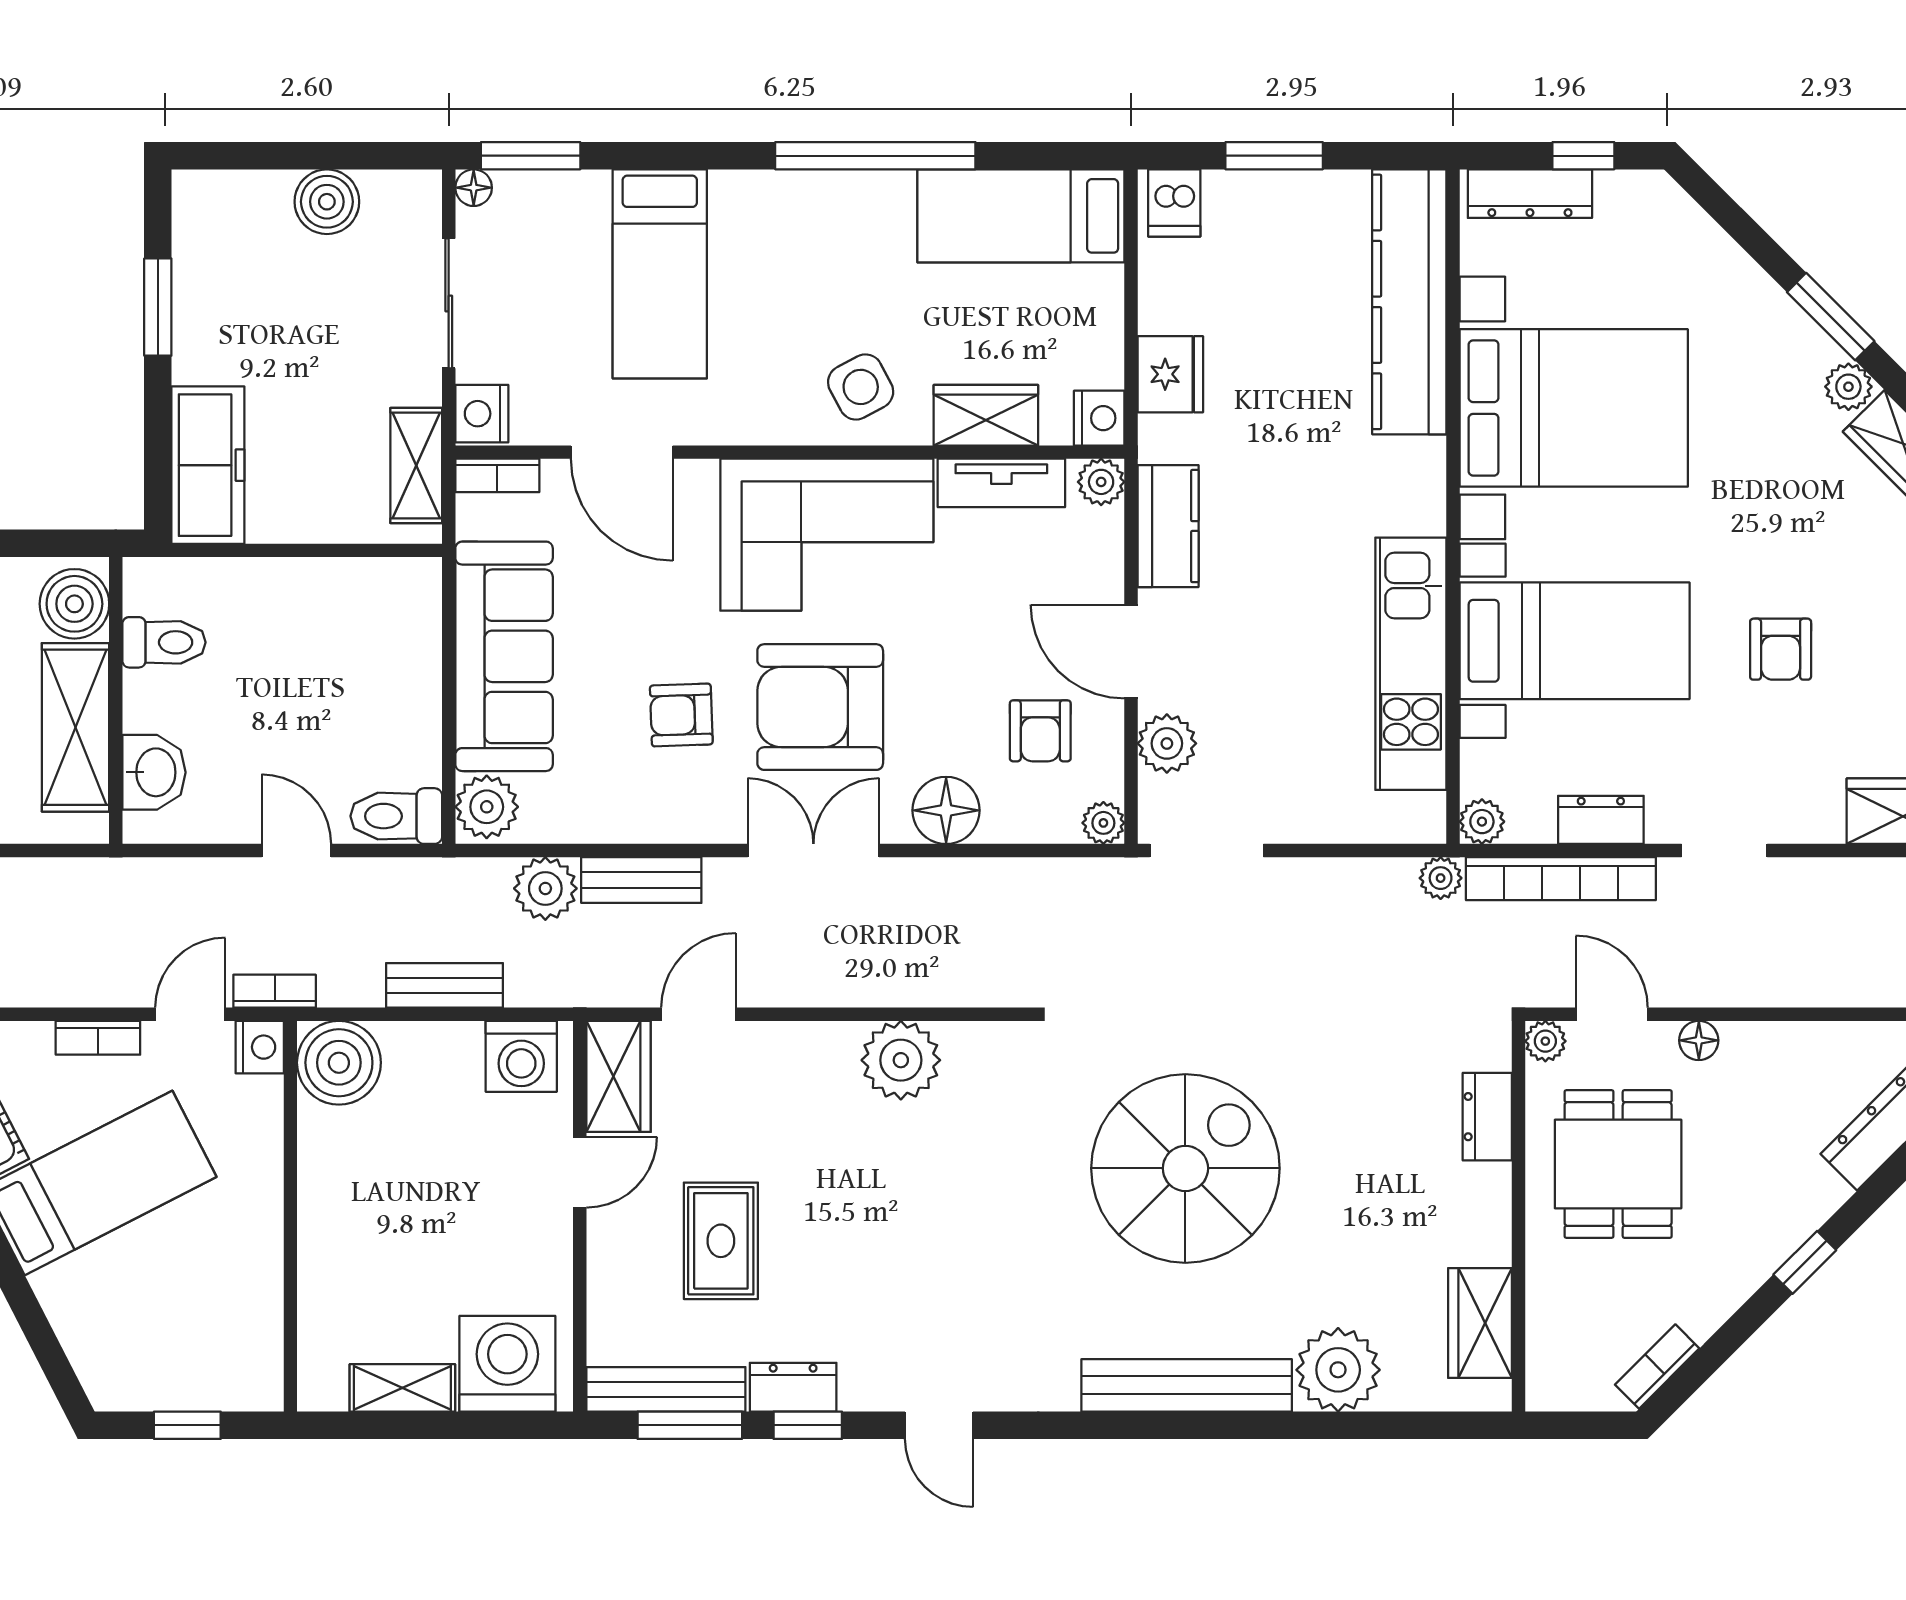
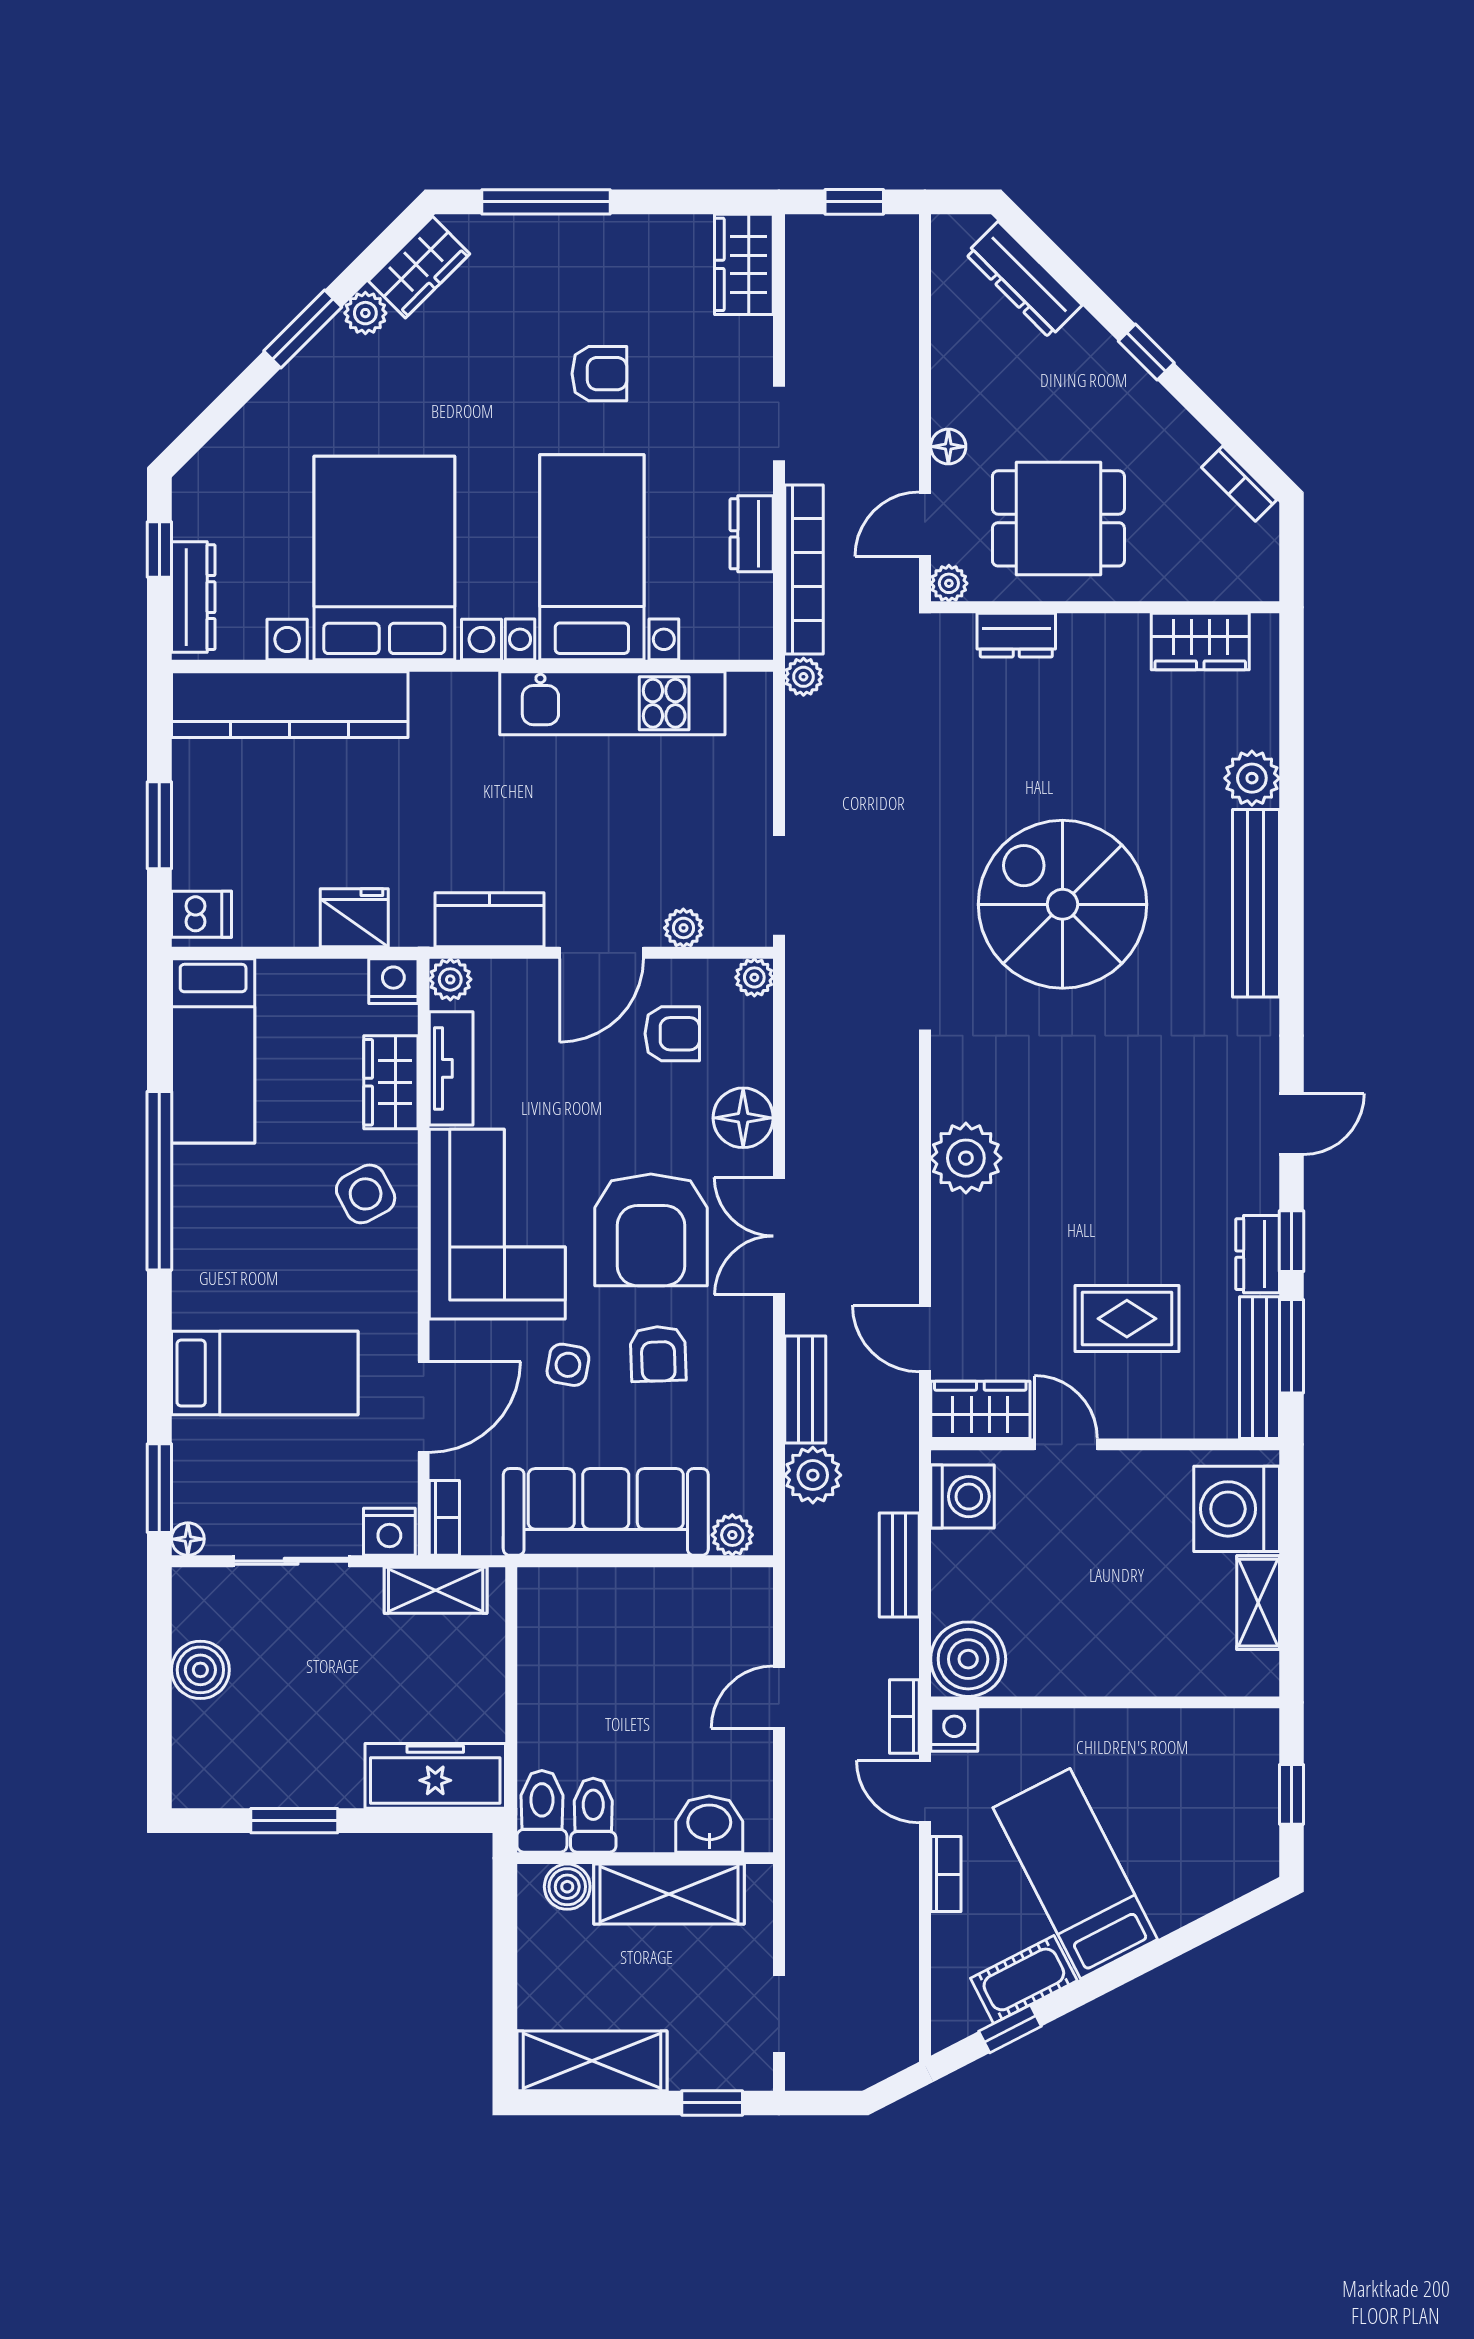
boiler: (74, 604) -> (567, 1887), width x0.73, depth x0.73
side table: (669, 614) -> (568, 1365), added
plant: (1167, 743) -> (683, 928), width x0.73, depth x0.73
plant: (487, 807) -> (732, 1535), width x0.73, depth x0.73
toilet: (396, 816) -> (542, 1811), moved, turned 180
plant: (1482, 822) -> (753, 640), removed
plant: (1338, 1370) -> (1252, 778), width x0.73, depth x0.73

